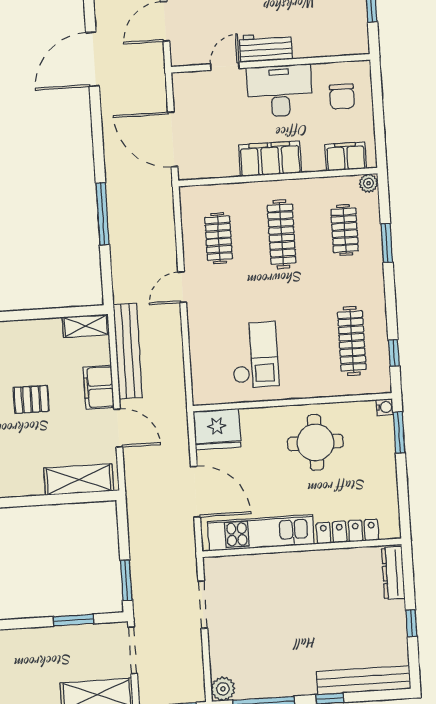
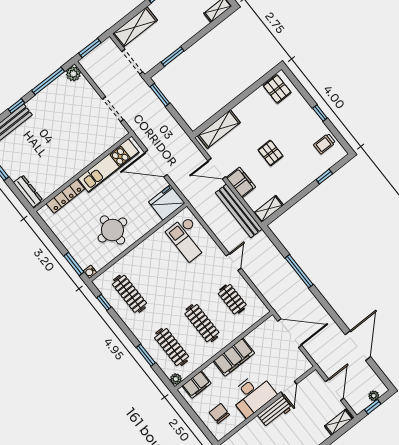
clothes rail: (345, 230) -> (172, 347), width x1.36
checkout: (255, 355) -> (188, 239), moved
pallet: (31, 399) -> (271, 153), turned 90

